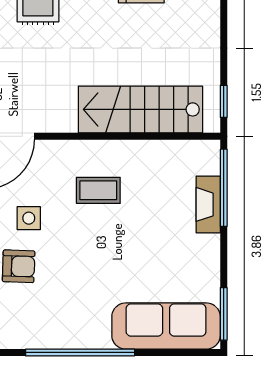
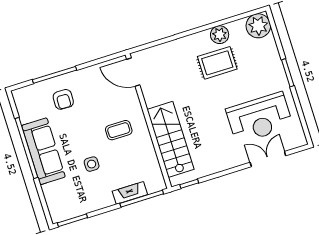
coffee table: (98, 190) -> (119, 130), turned 90
side table: (29, 218) -> (92, 164), moved
sofa: (166, 326) -> (43, 151), moved

